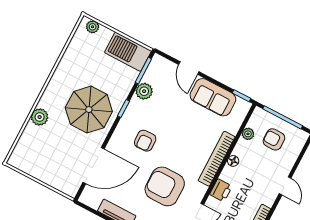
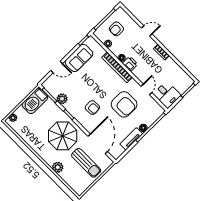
sun lounger: (60, 157) -> (86, 163), added
armchair: (165, 186) -> (124, 104), turned -90
printer: (221, 190) -> (130, 64), moved

